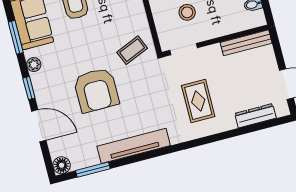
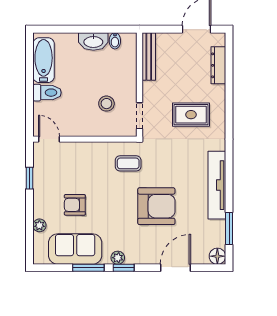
coffee table: (132, 50) -> (128, 163), turned -67
window: (29, 88) -> (124, 268), moved

